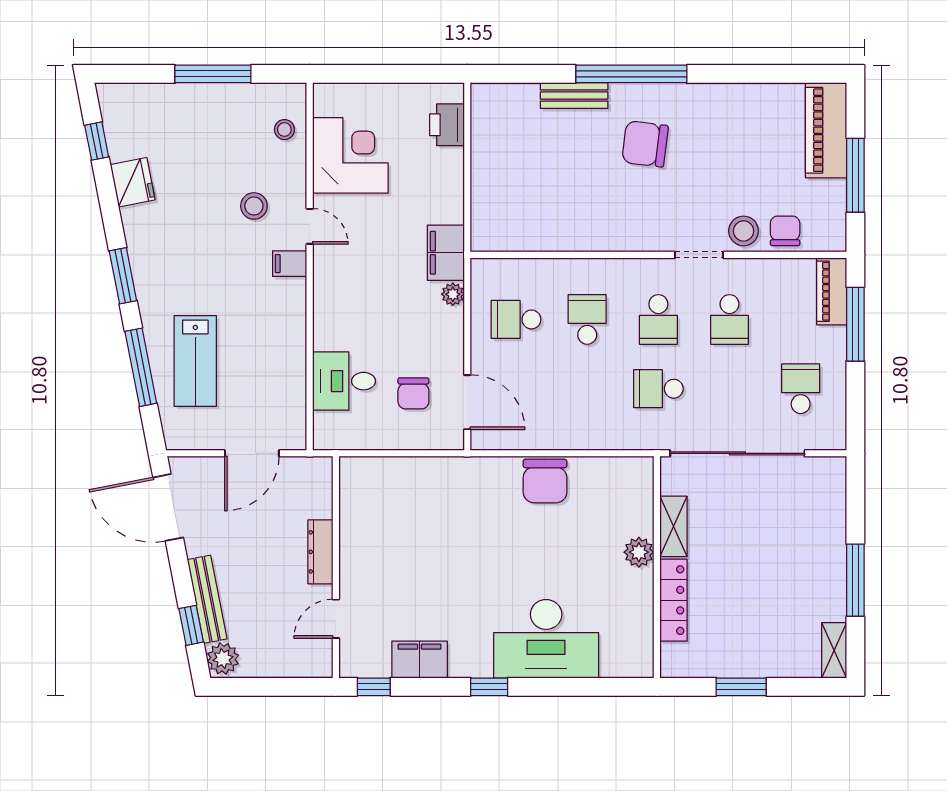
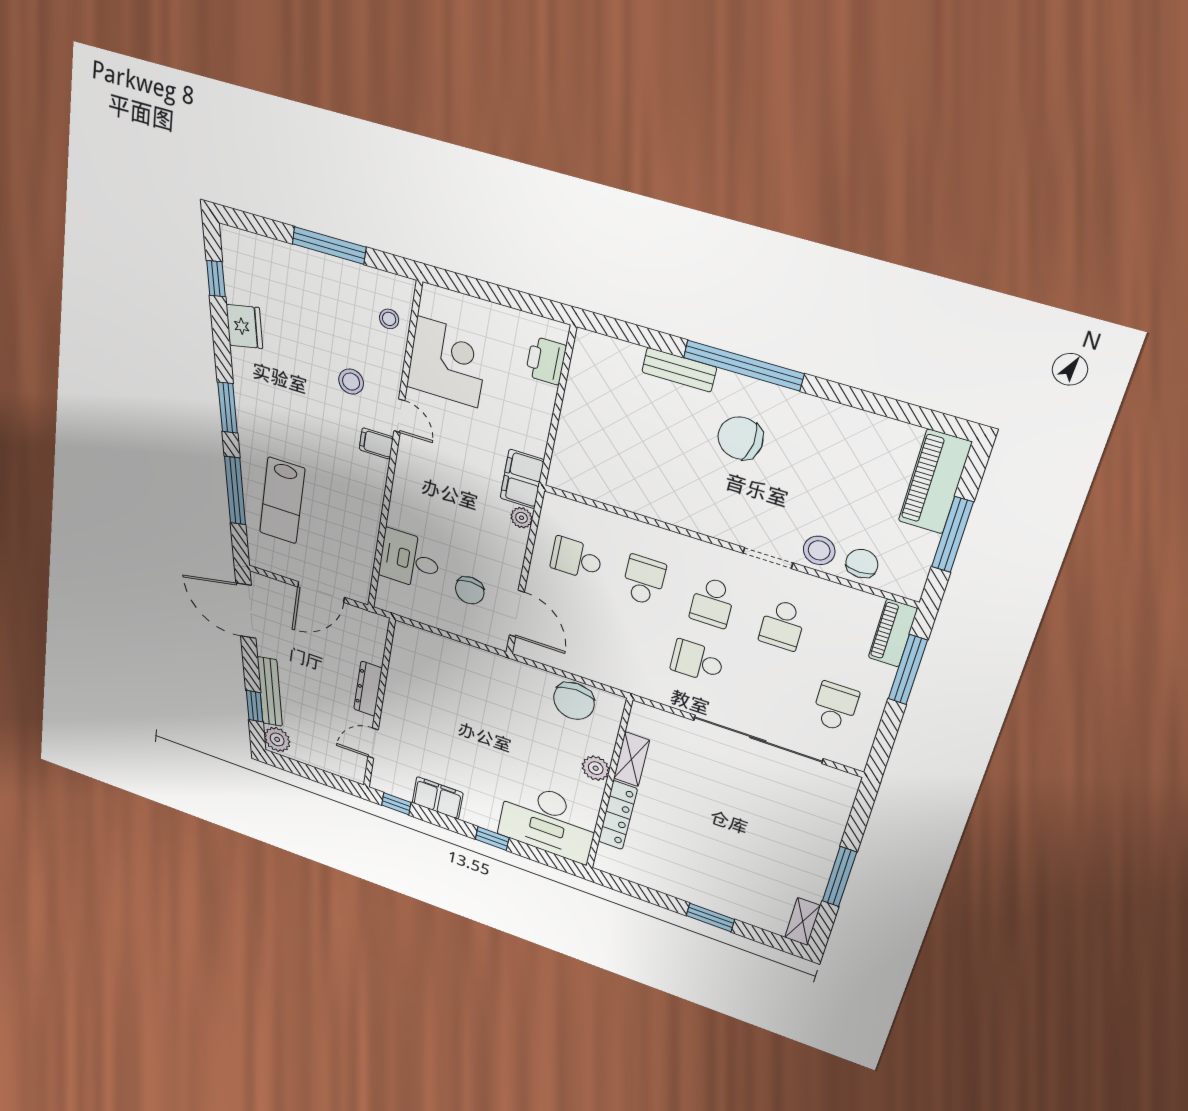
shelving: (673, 526) -> (632, 759), moved
plant: (639, 552) -> (596, 768), moved
wall: (657, 567) -> (609, 785), moved
locker: (673, 600) -> (618, 815), moved

